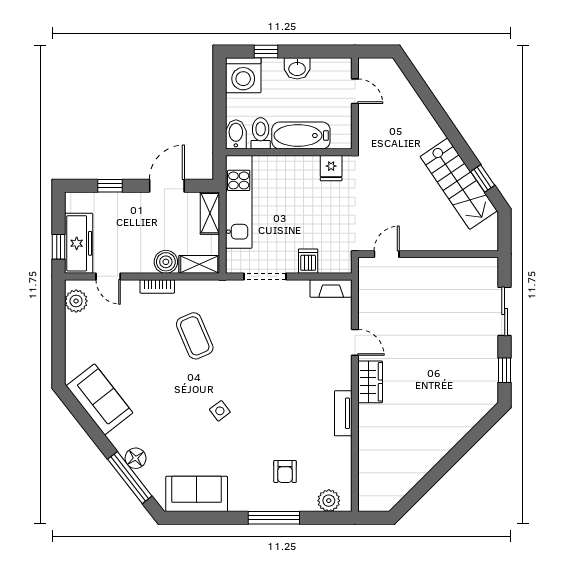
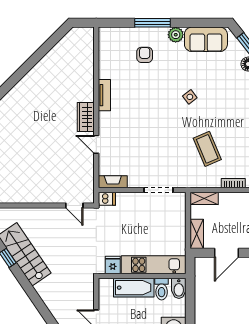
kitchen unit: (239, 202) -> (154, 265), moved, turned 90
door: (387, 254) -> (74, 205), hinge flipped
dishwasher: (308, 261) -> (107, 199), moved, turned -90
boiler: (166, 262) -> (227, 200), removed
plant: (329, 501) -> (176, 35), moved

